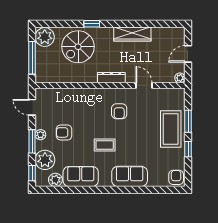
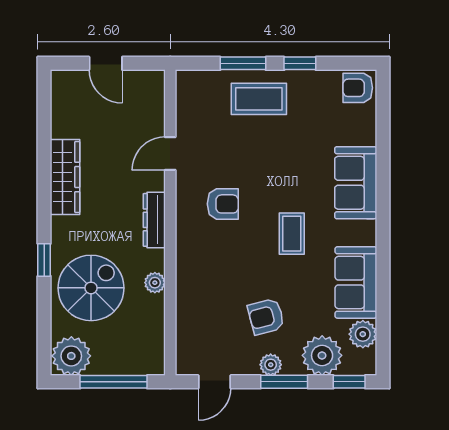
spiral stairs: (78, 47) -> (91, 288), turned -90
plant: (180, 78) -> (155, 283), moved
coffee table: (171, 129) -> (259, 99), width x0.73, depth x0.76
armchair: (64, 132) -> (266, 317), turned 75

